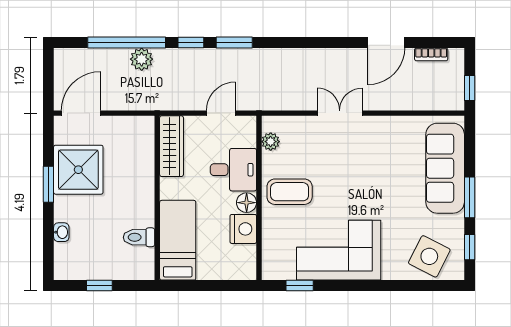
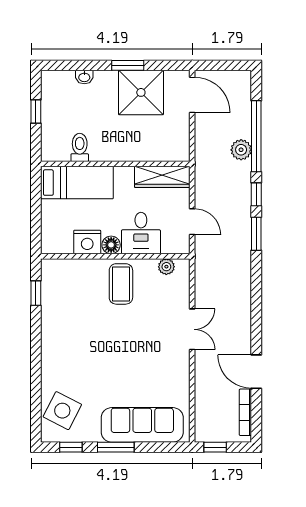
bookcase: (431, 54) -> (245, 412), width x1.56
corner sofa: (339, 250) -> (68, 328), removed

